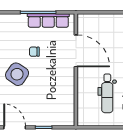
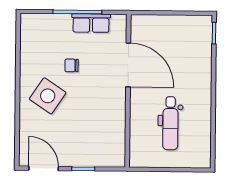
row of seats: (48, 20) -> (91, 23), width x0.68

